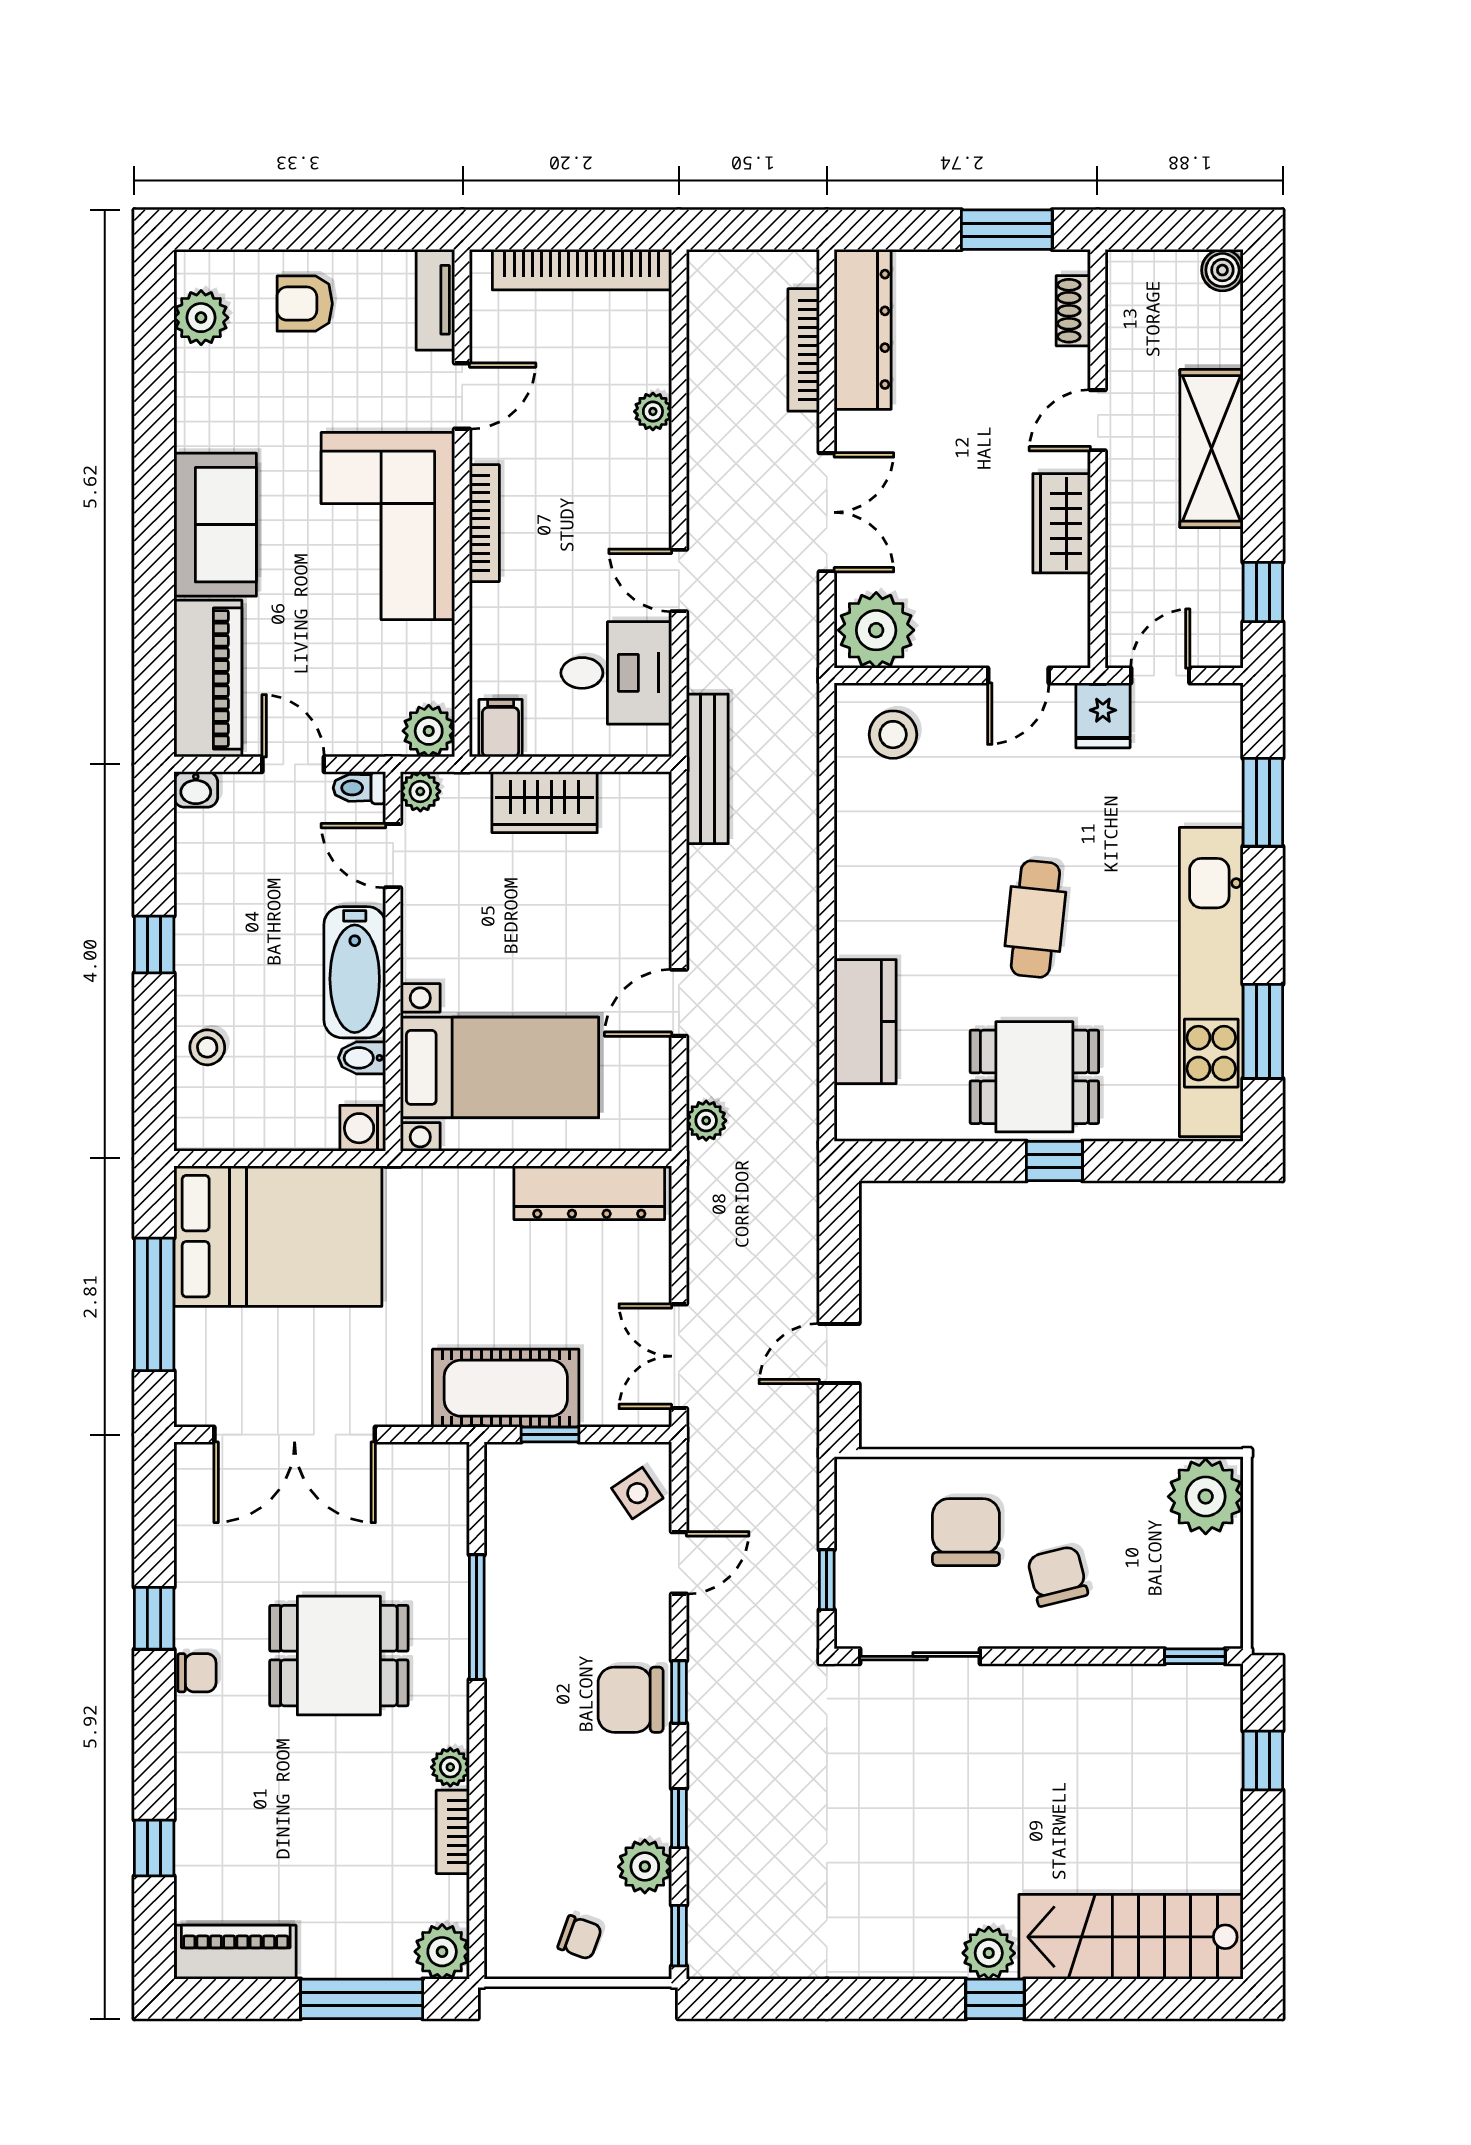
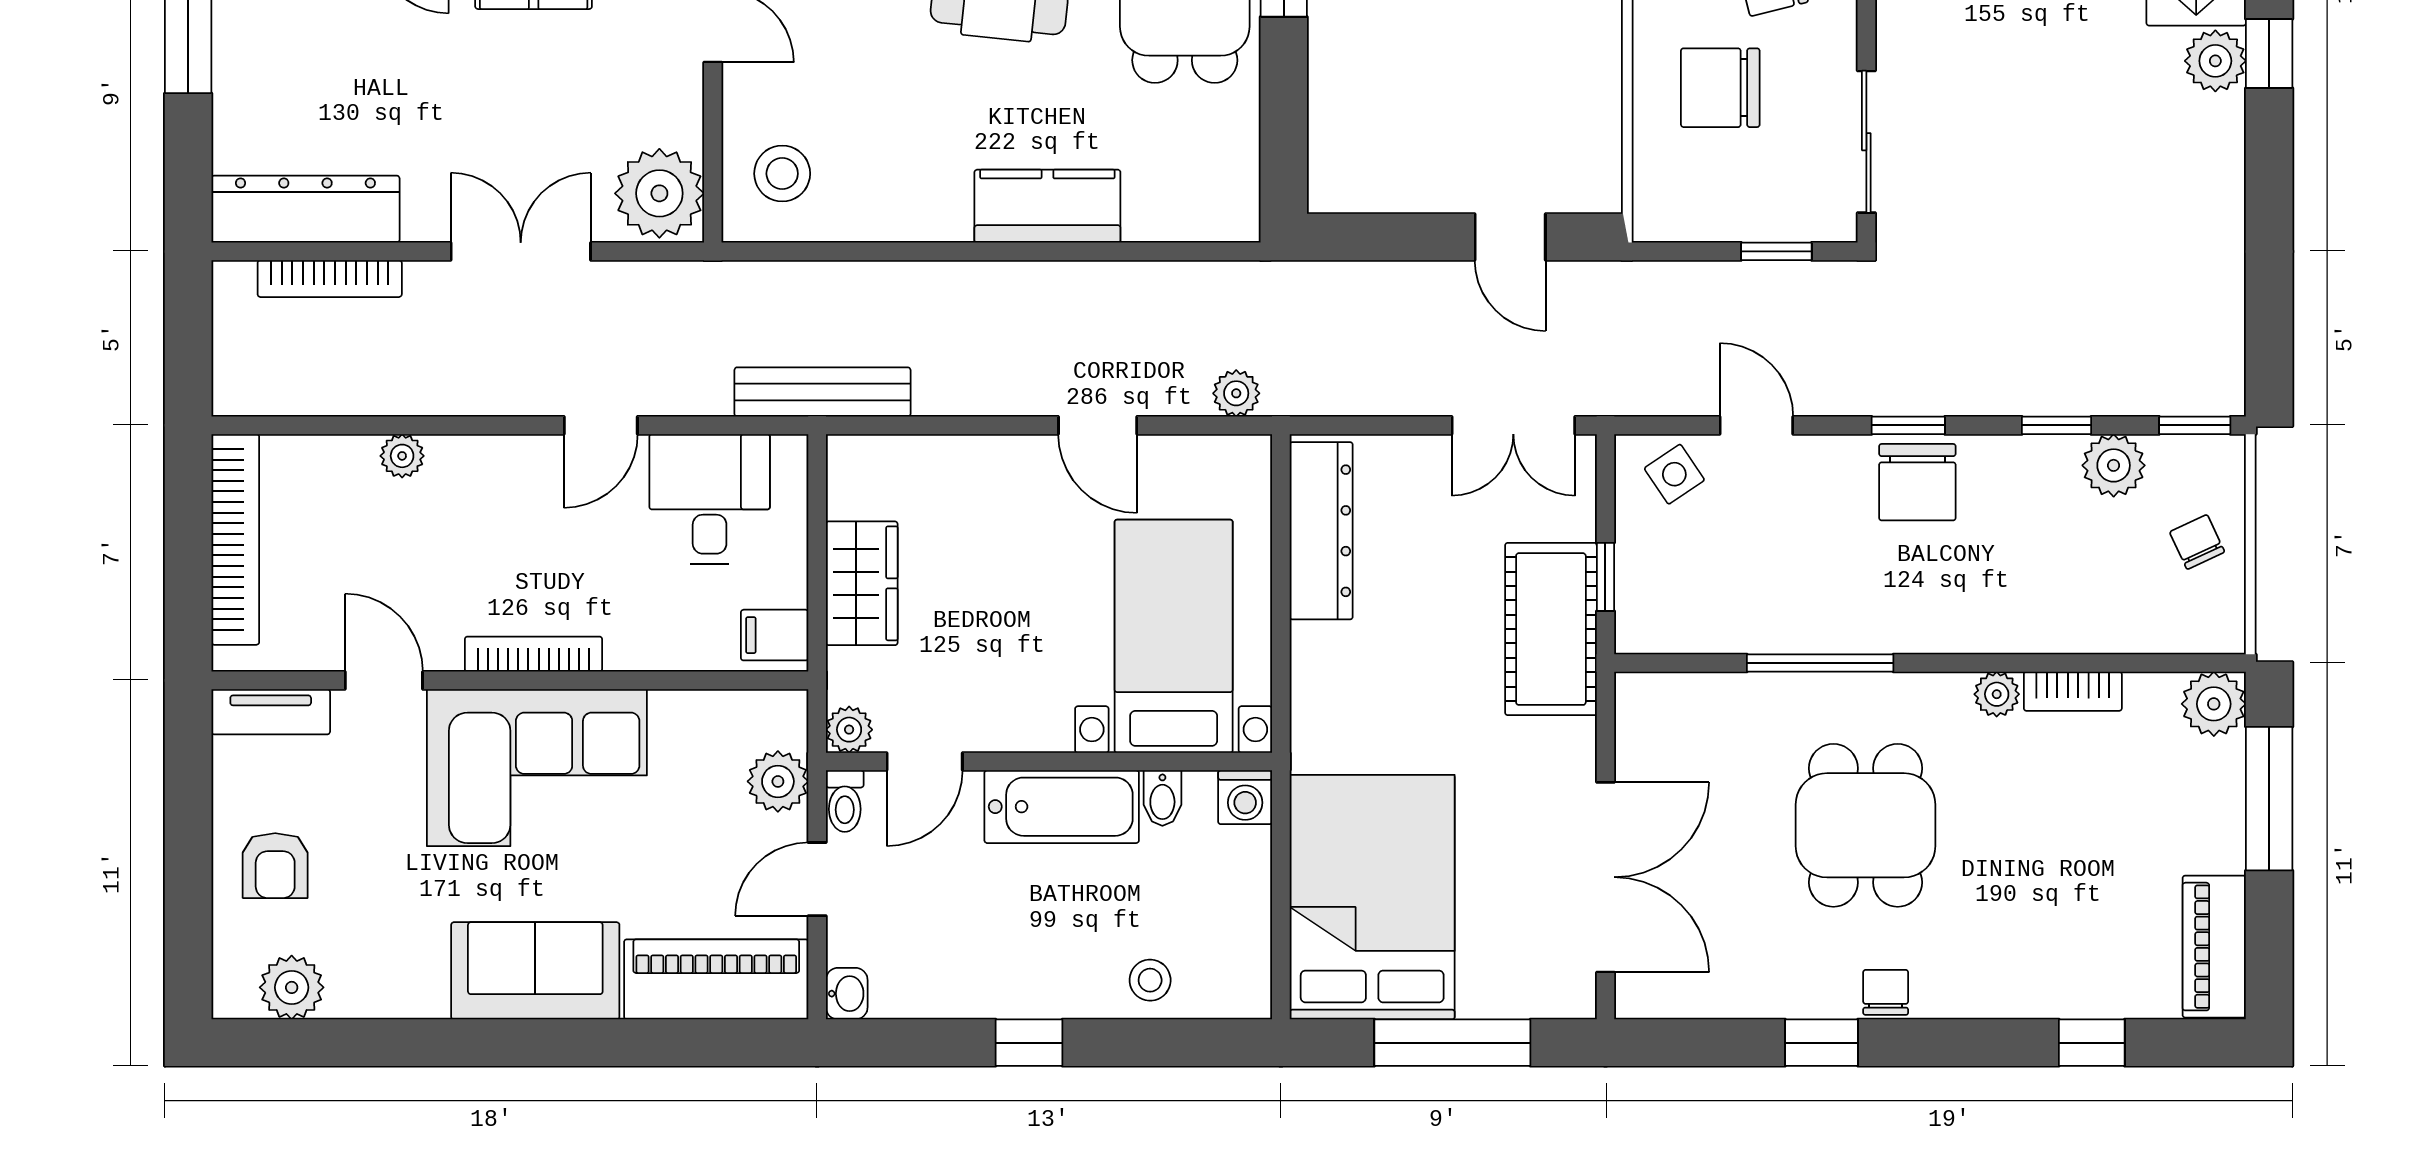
plant: (429, 731) -> (778, 781), moved
kitchen counter: (865, 1022) -> (1047, 206), moved
chair: (580, 1938) -> (2197, 542), turned -45

